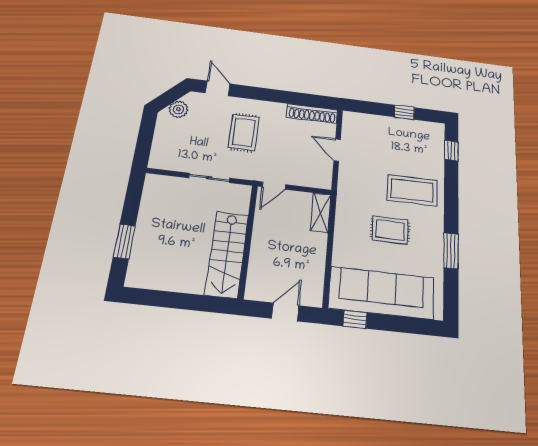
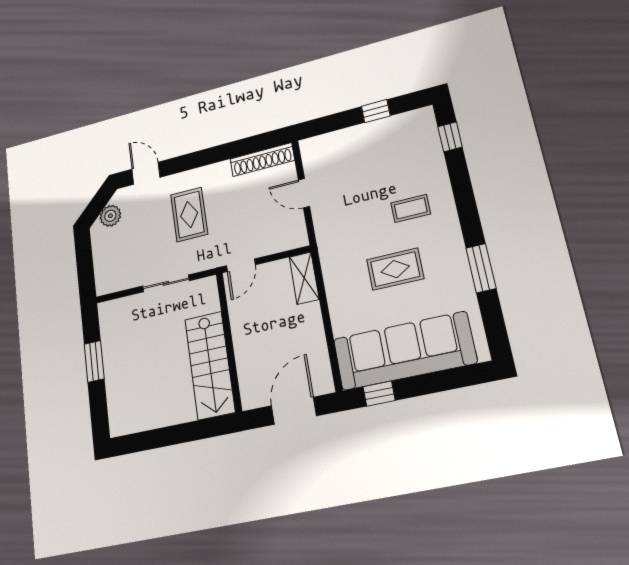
coffee table: (412, 190) -> (411, 208), width x0.54, depth x0.58
window: (124, 241) -> (94, 361), moved
door: (285, 312) -> (294, 411), width x1.37

